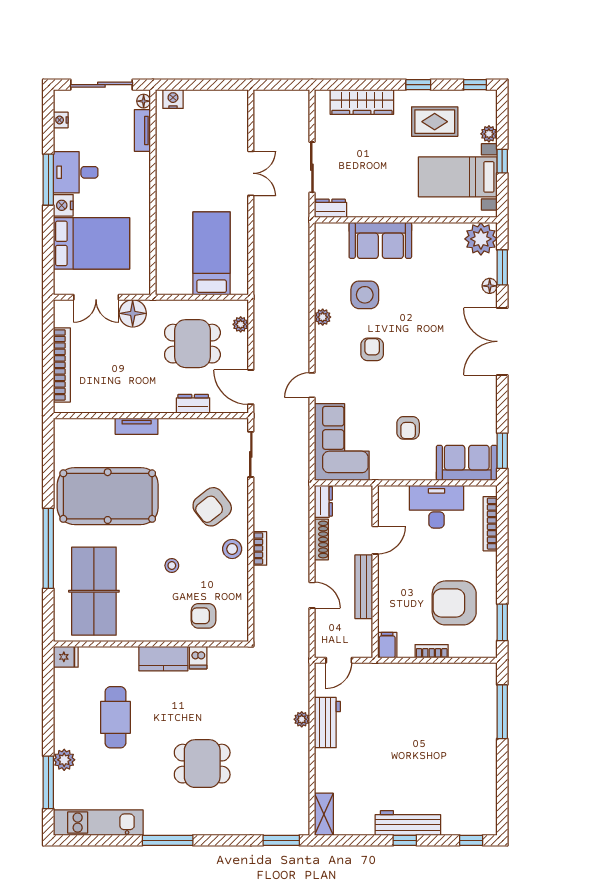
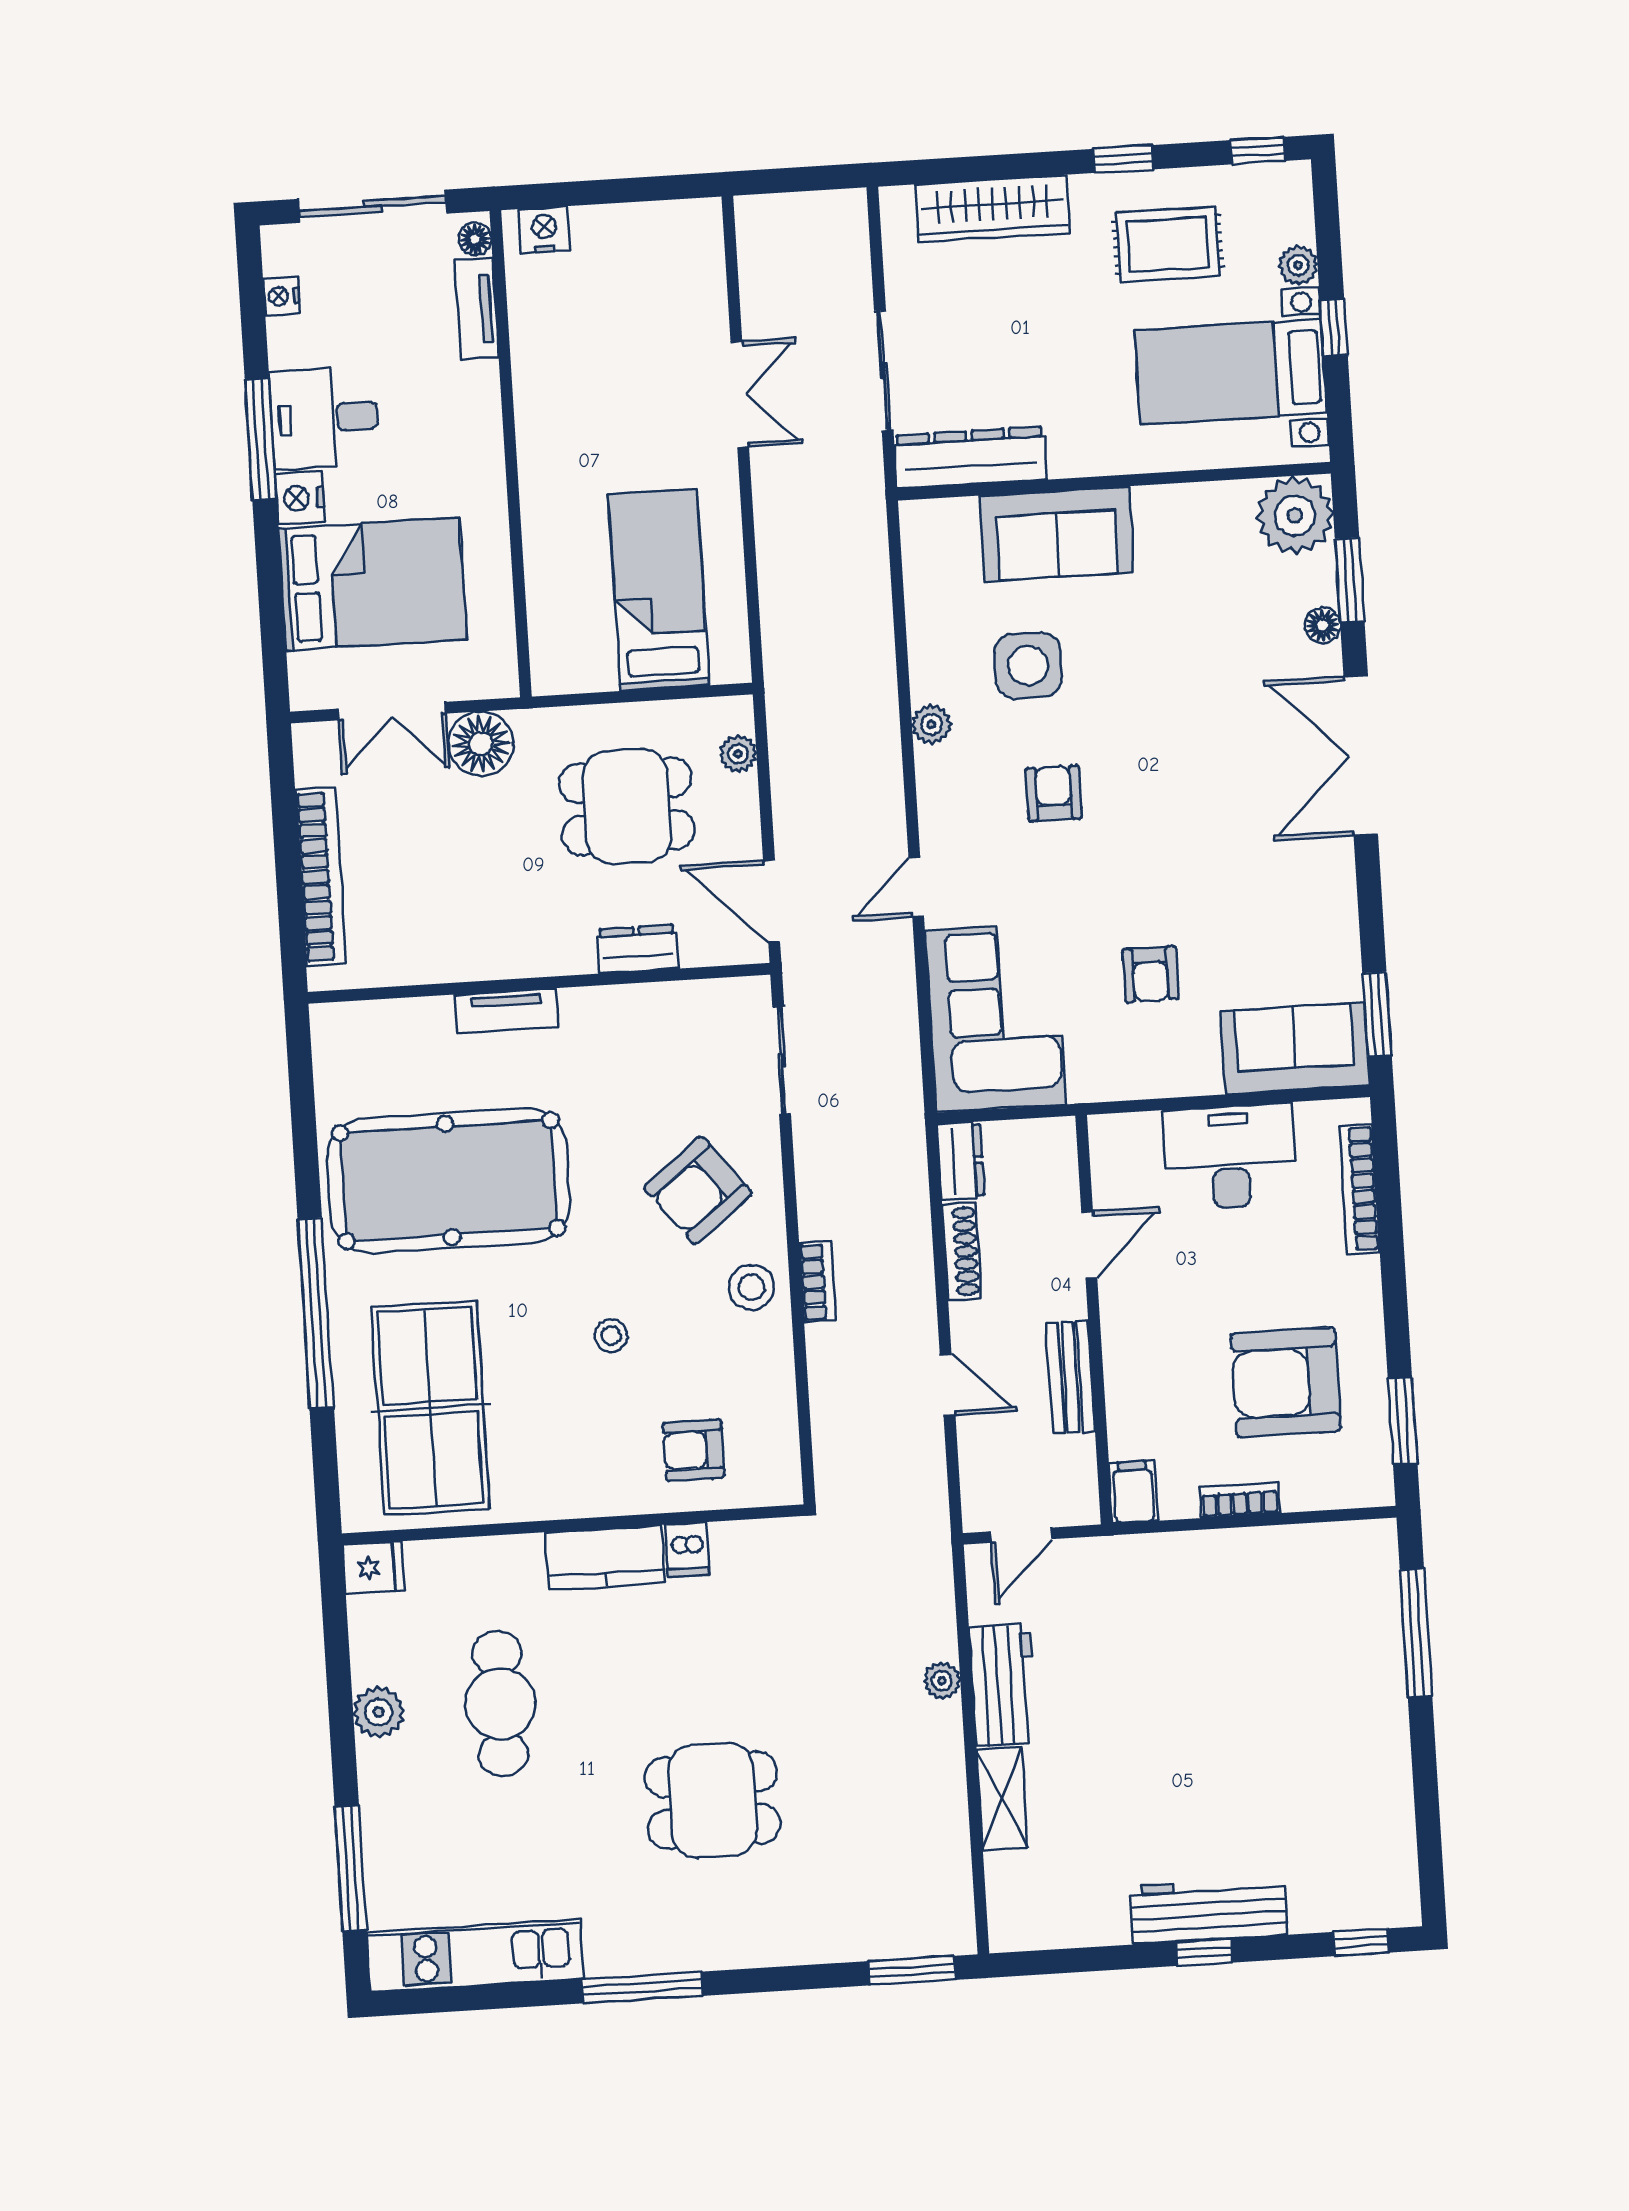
dresser: (331, 208) -> (970, 458), width x1.96, depth x1.24
bench: (364, 587) -> (1071, 1377), width x0.73
plant: (64, 760) -> (379, 1712), moved
shelving: (324, 814) -> (1002, 1799), moved

